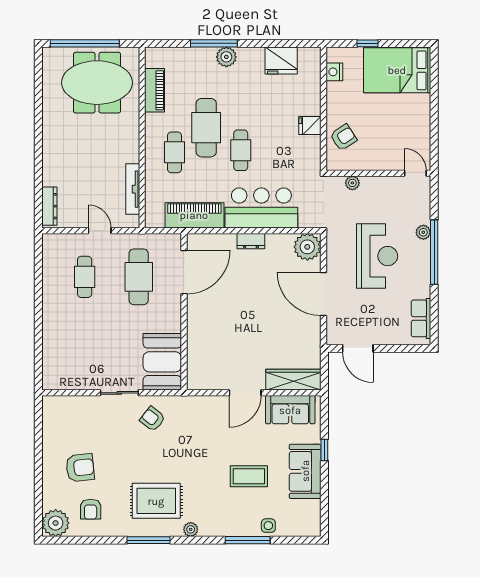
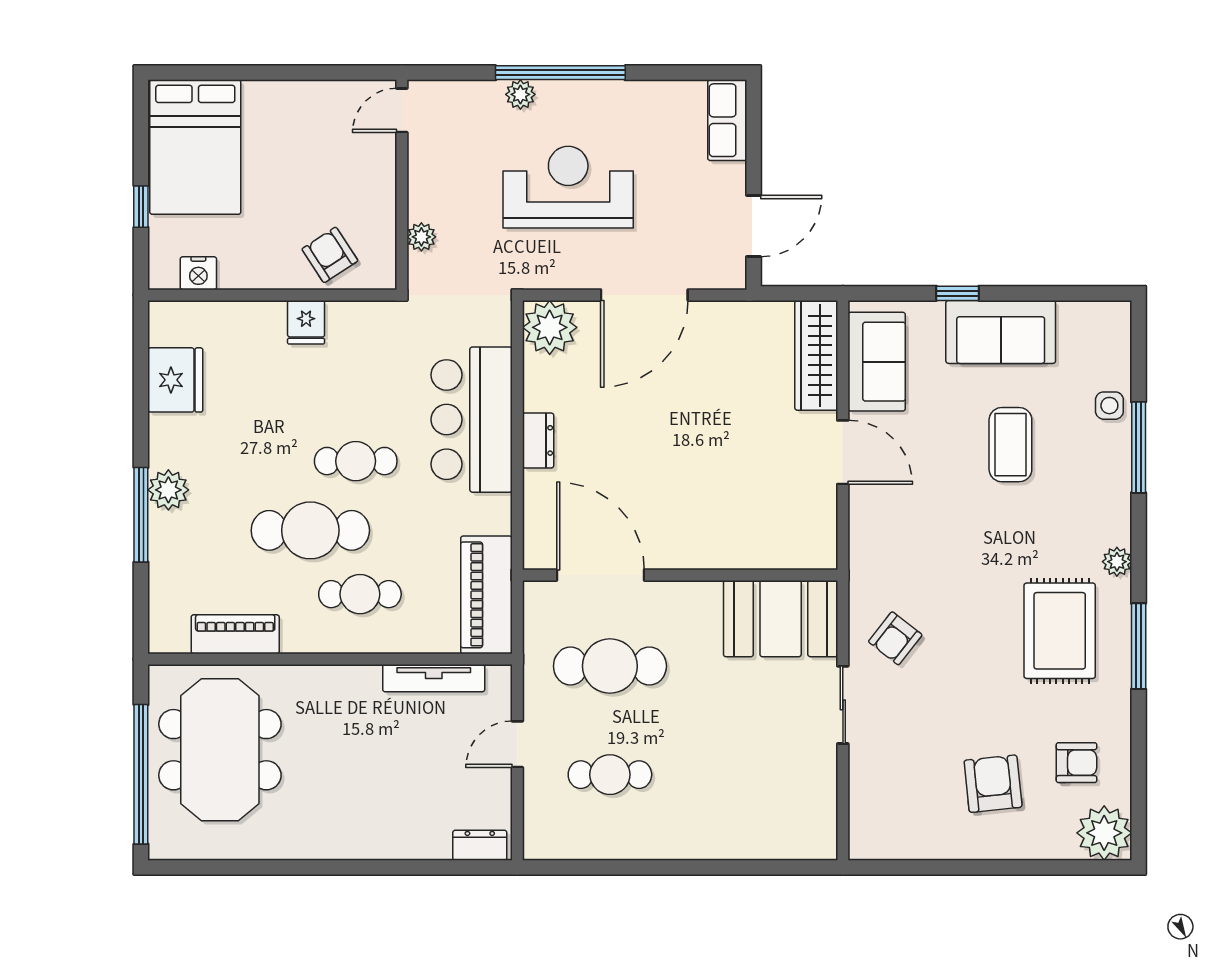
dresser: (49, 206) -> (480, 845), width x0.70
piano: (194, 215) -> (486, 595), moved
row of seats: (421, 318) -> (727, 120), moved, turned 90

